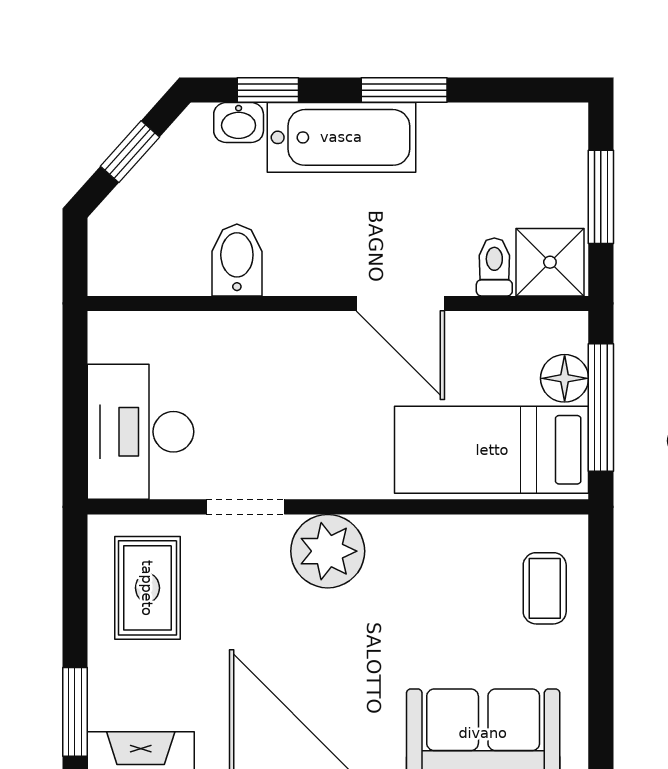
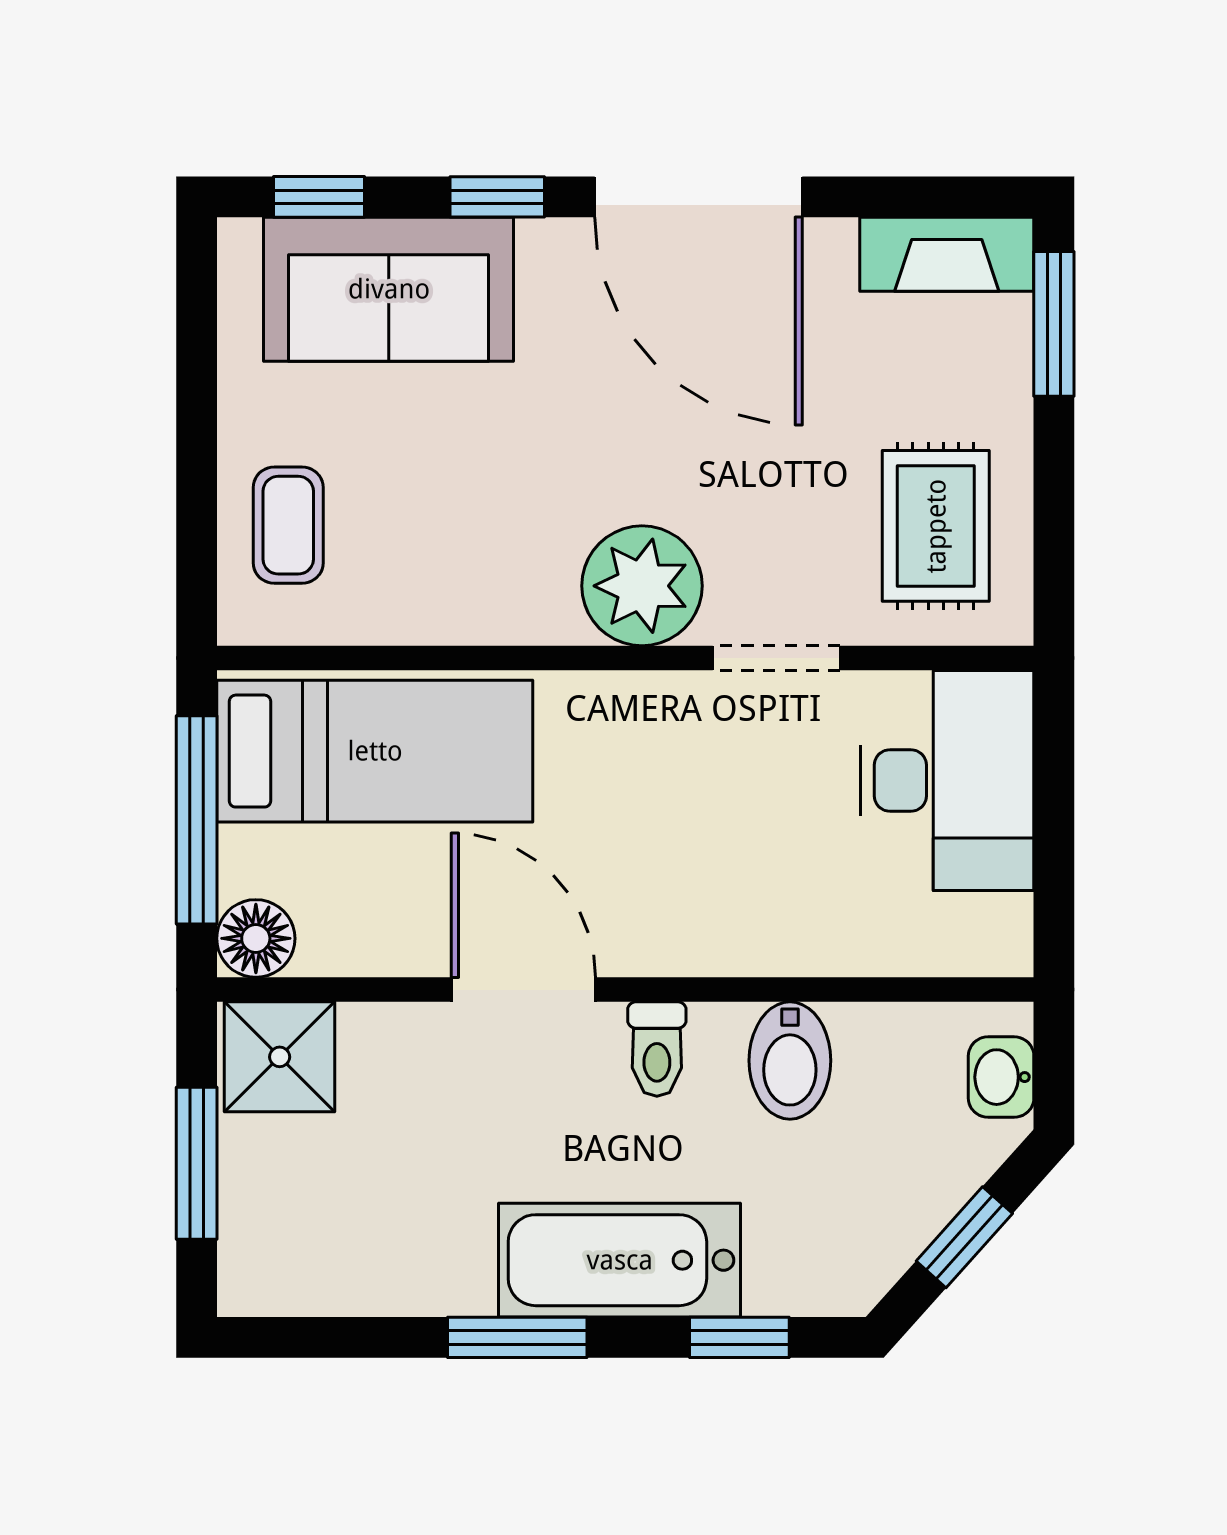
washbasin: (239, 123) -> (1001, 1077), moved, turned -90
toilet: (494, 267) -> (657, 1049), moved
floor lamp: (565, 378) -> (256, 938), moved

